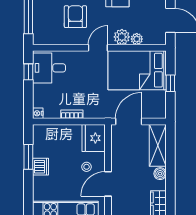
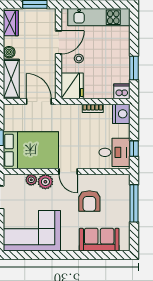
door: (98, 48) -> (68, 172), hinge flipped
nightstand: (38, 113) -> (121, 114), width x1.89, depth x1.79
door: (129, 122) -> (39, 101), swing flipped
dishwasher: (41, 167) -> (122, 91), moved, turned 90

